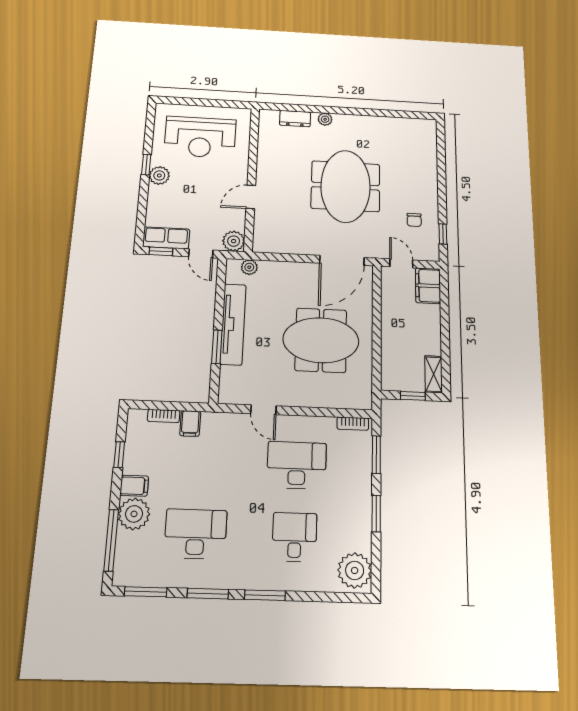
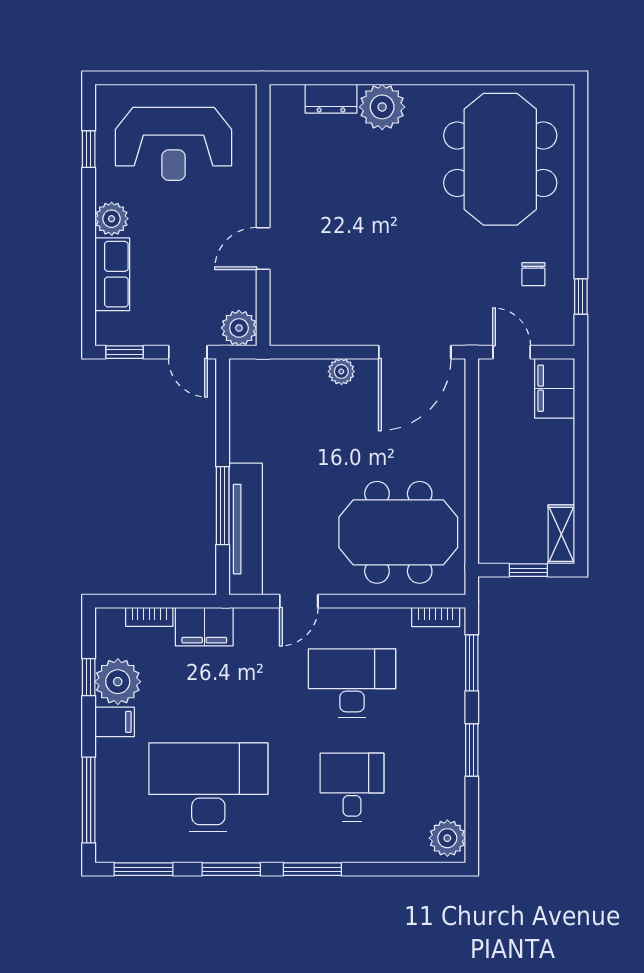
plant: (325, 119) -> (382, 107), width x1.87, depth x1.87
window: (146, 165) -> (89, 149), moved
meeting table: (346, 186) -> (500, 159), moved
row of seats: (166, 238) -> (112, 274), moved, turned 90
plant: (249, 267) -> (341, 371), moved
tv unit: (233, 324) -> (246, 529), moved
meeting table: (321, 340) -> (398, 532), moved
window: (217, 347) -> (223, 506), width x1.44
door: (263, 410) -> (299, 601), hinge flipped
filing cabinet: (190, 423) -> (204, 627), width x2.00
plant: (134, 514) -> (118, 682), moved
desk: (195, 534) -> (208, 787), width x1.36, depth x1.30
plant: (355, 570) -> (447, 838), width x0.73, depth x0.73

